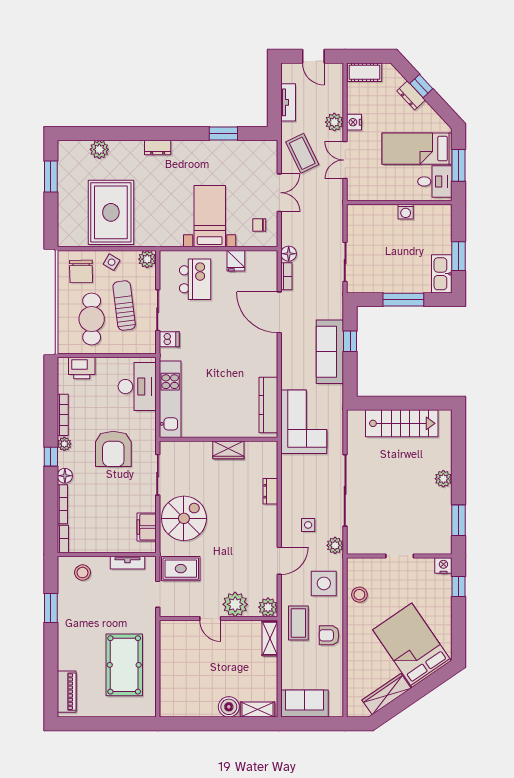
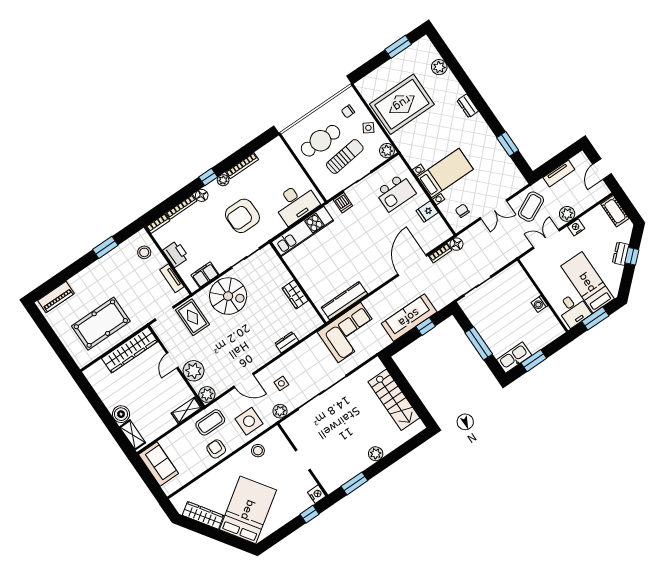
chair: (81, 271) -> (348, 111), width x0.54, depth x0.54
printer: (82, 368) -> (176, 254), moved, turned 180
wardrobe: (170, 654) -> (130, 350), added

